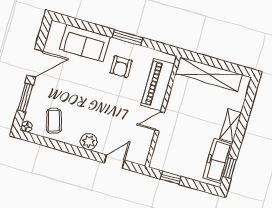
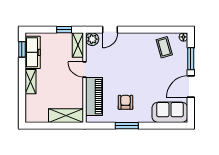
sofa: (85, 43) -> (170, 112), moved
shelving: (209, 74) -> (66, 116), width x0.68
door: (160, 122) -> (85, 69), swing flipped
plant: (89, 142) -> (92, 39), moved
shelving: (159, 154) -> (78, 45), added

